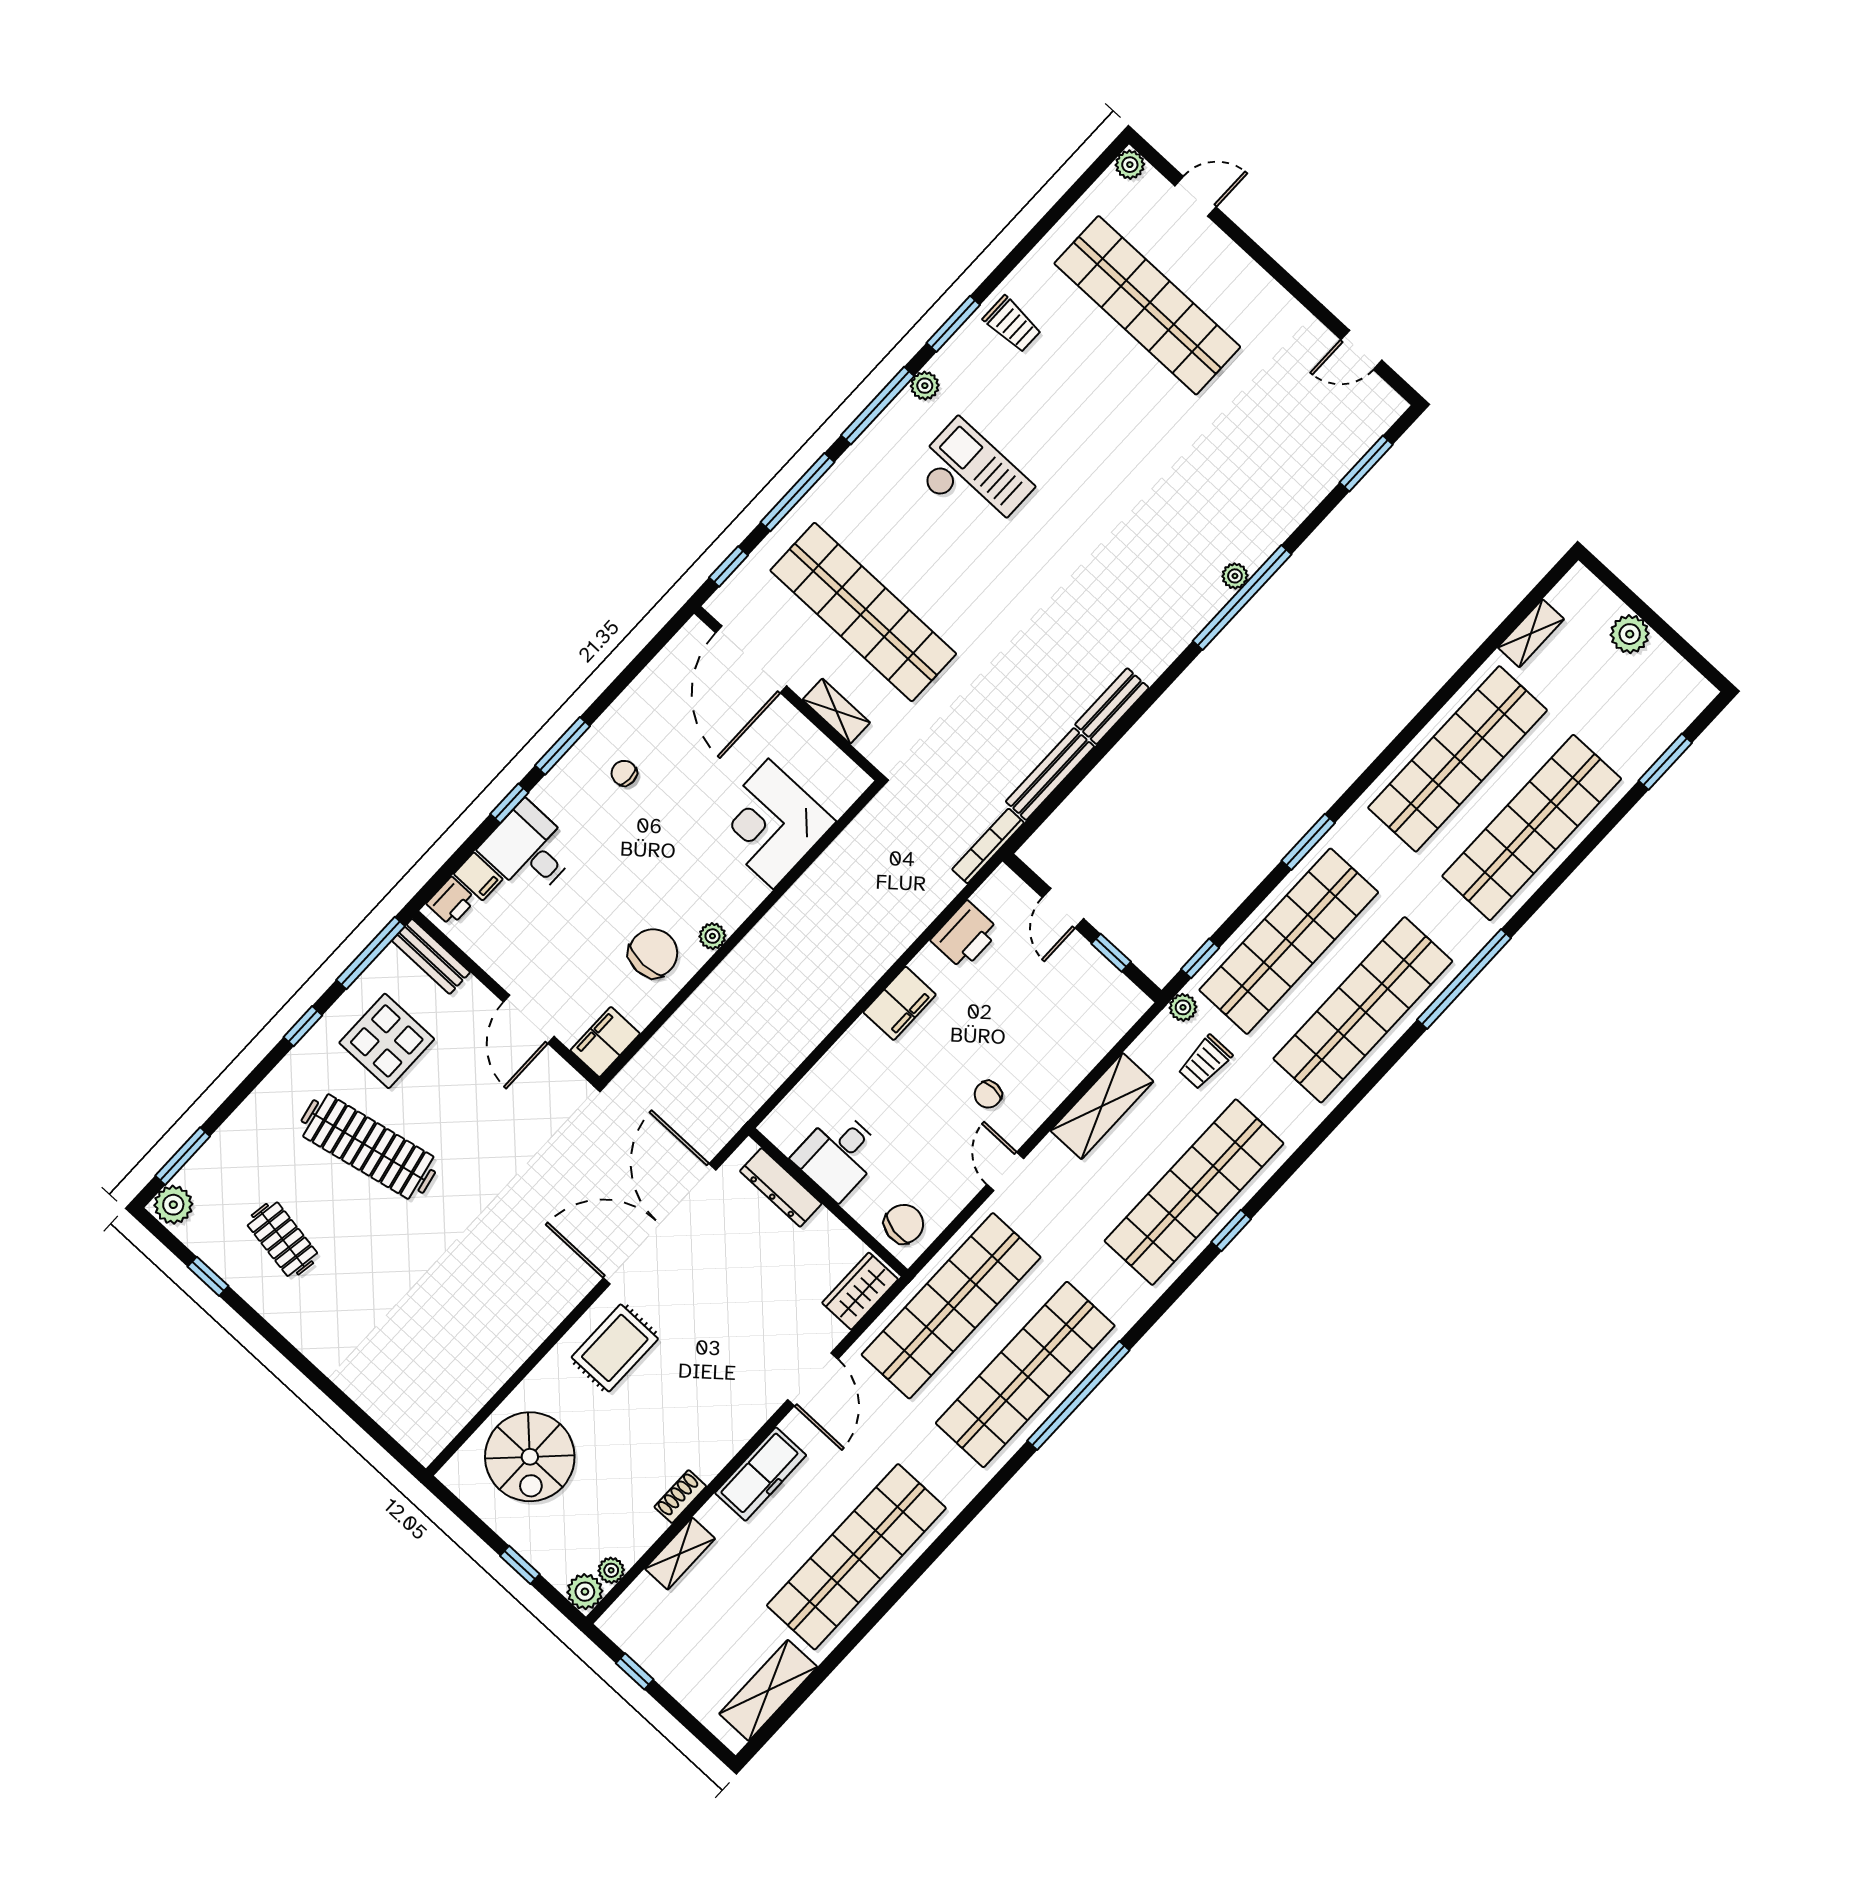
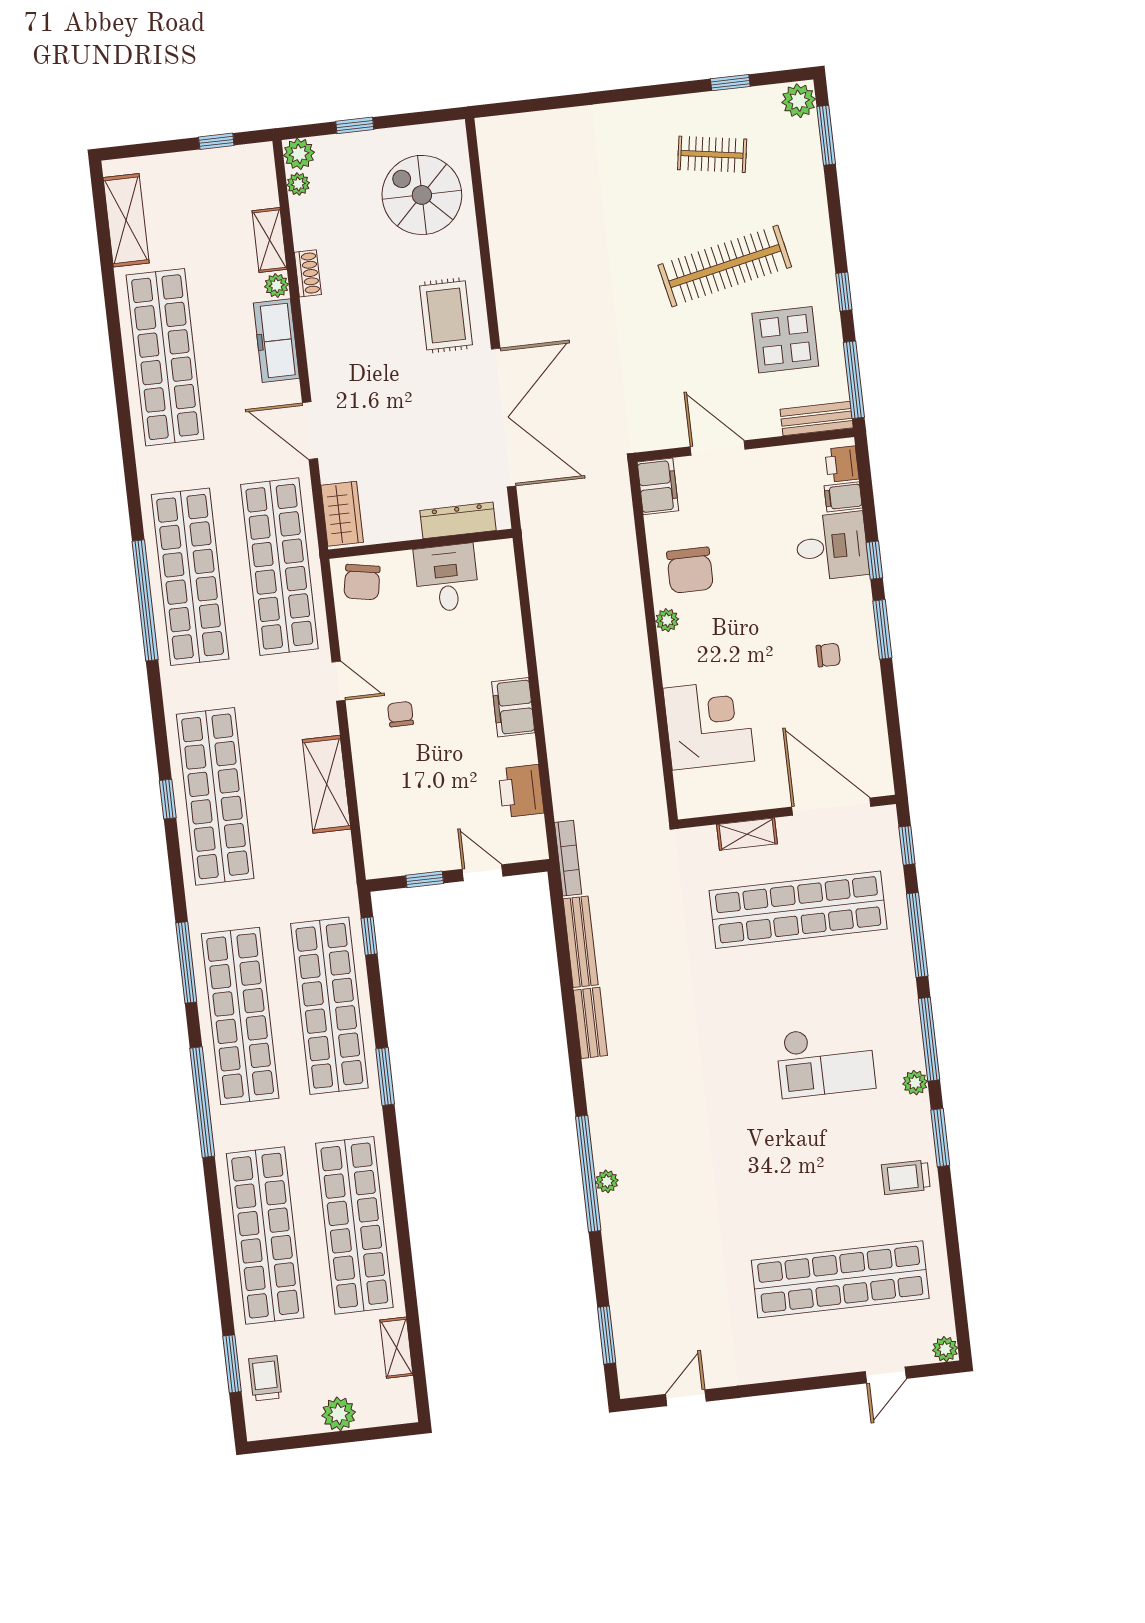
plant: (1183, 1007) -> (277, 285), moved
trolley: (1205, 1062) -> (265, 1378), moved
window: (1357, 1095) -> (186, 962), added

